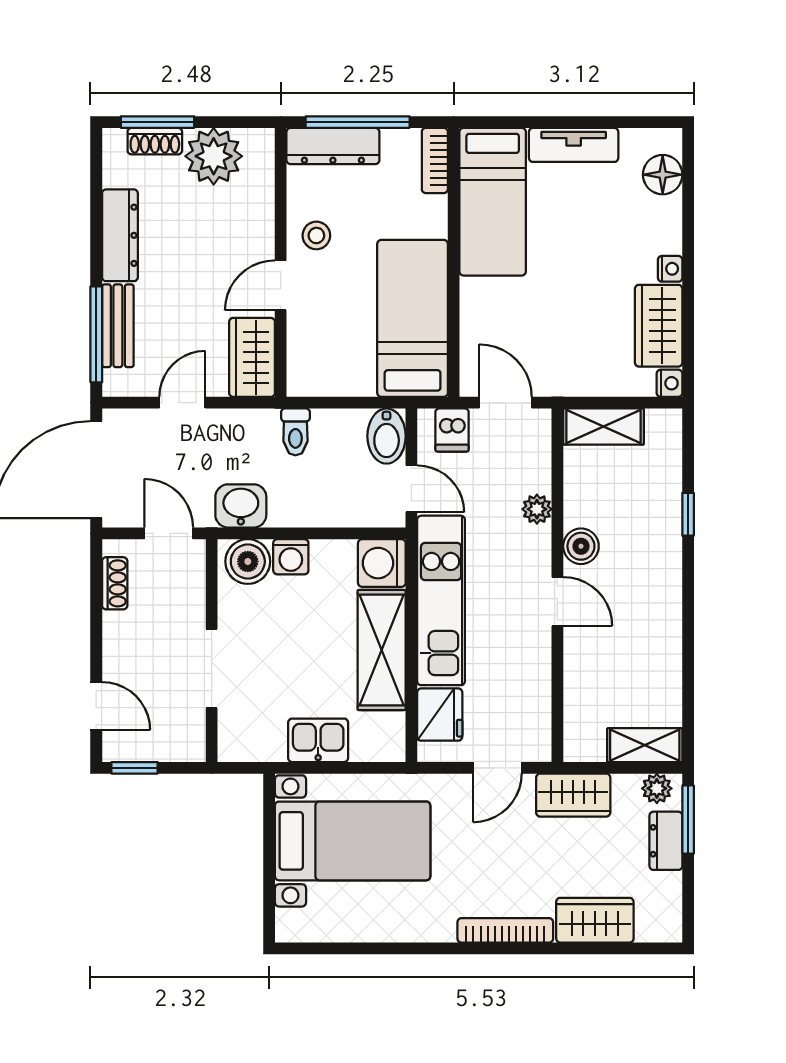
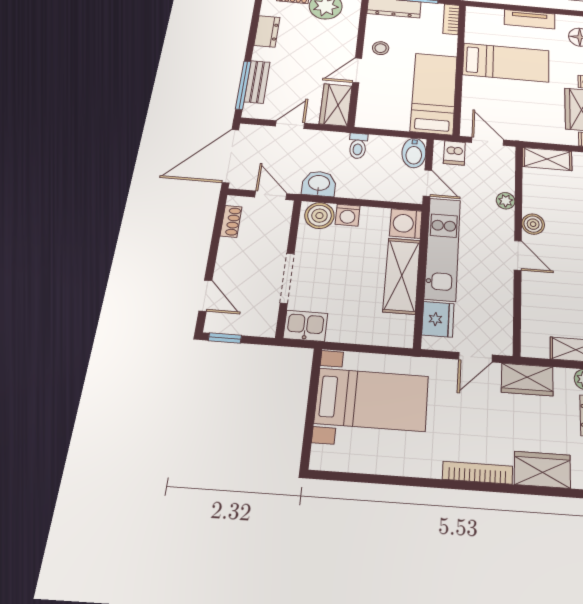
bed: (493, 202) -> (506, 63), moved, turned -90
dresser: (120, 235) -> (267, 31), width x0.70
kitchen sink: (318, 740) -> (305, 326), moved

